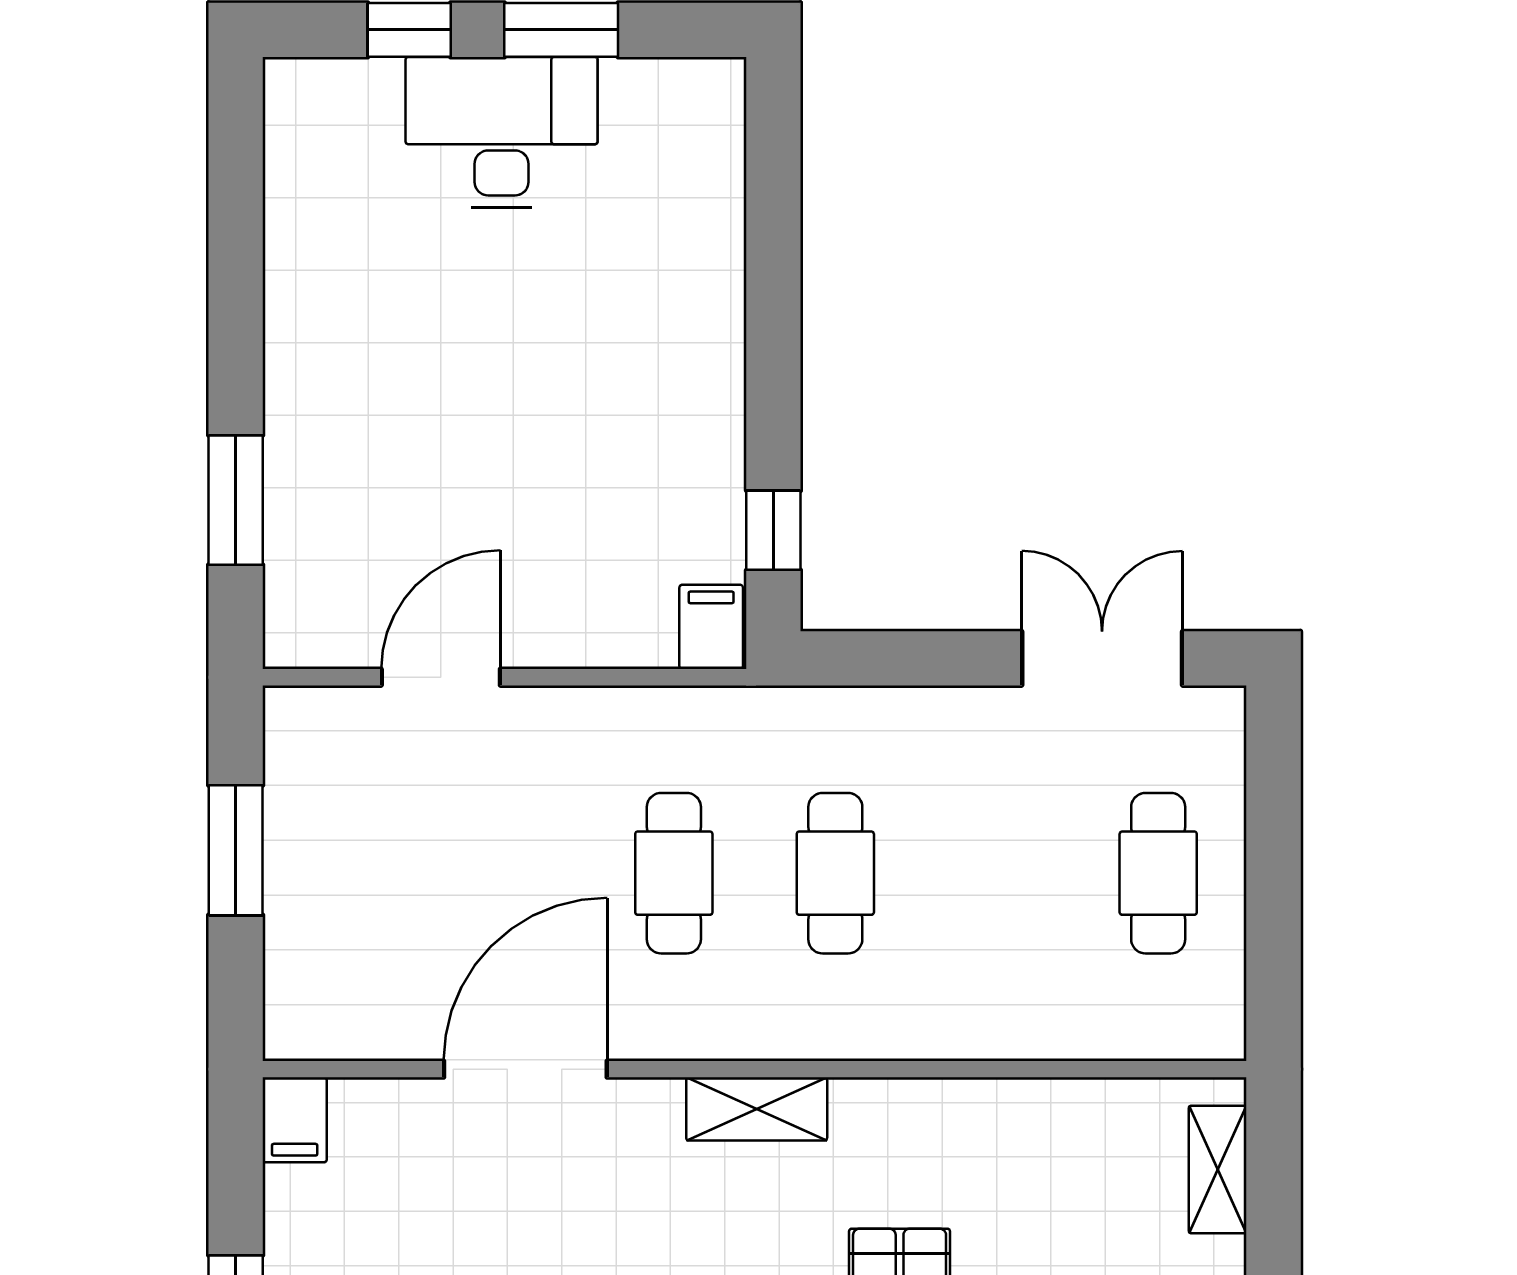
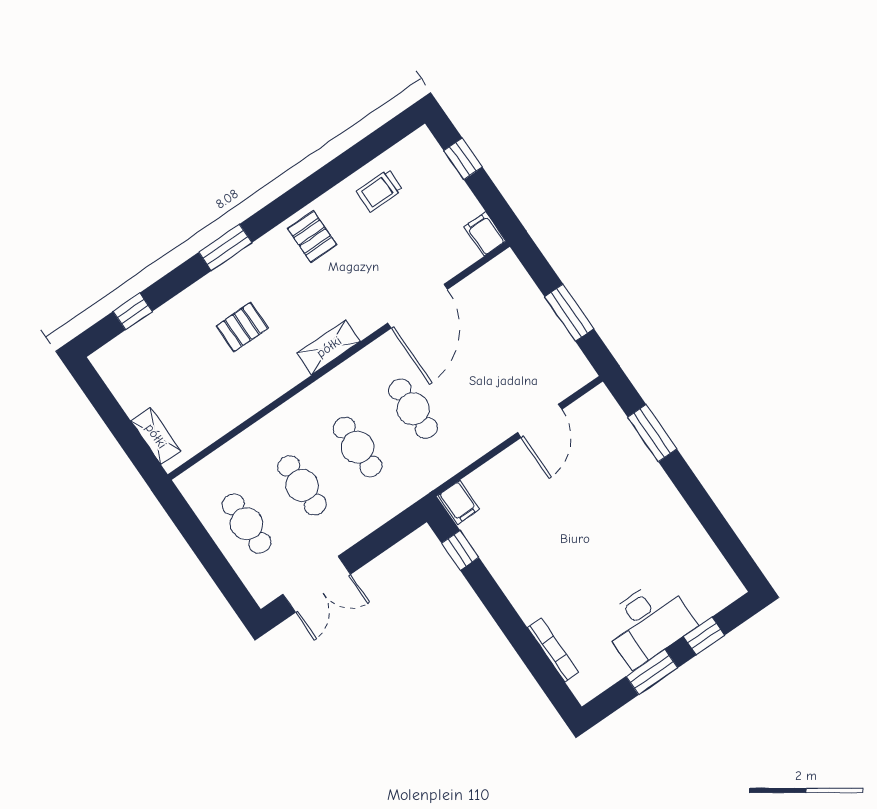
bookcase: (726, 208) -> (553, 650), added
cafe table: (997, 873) -> (302, 485), added

